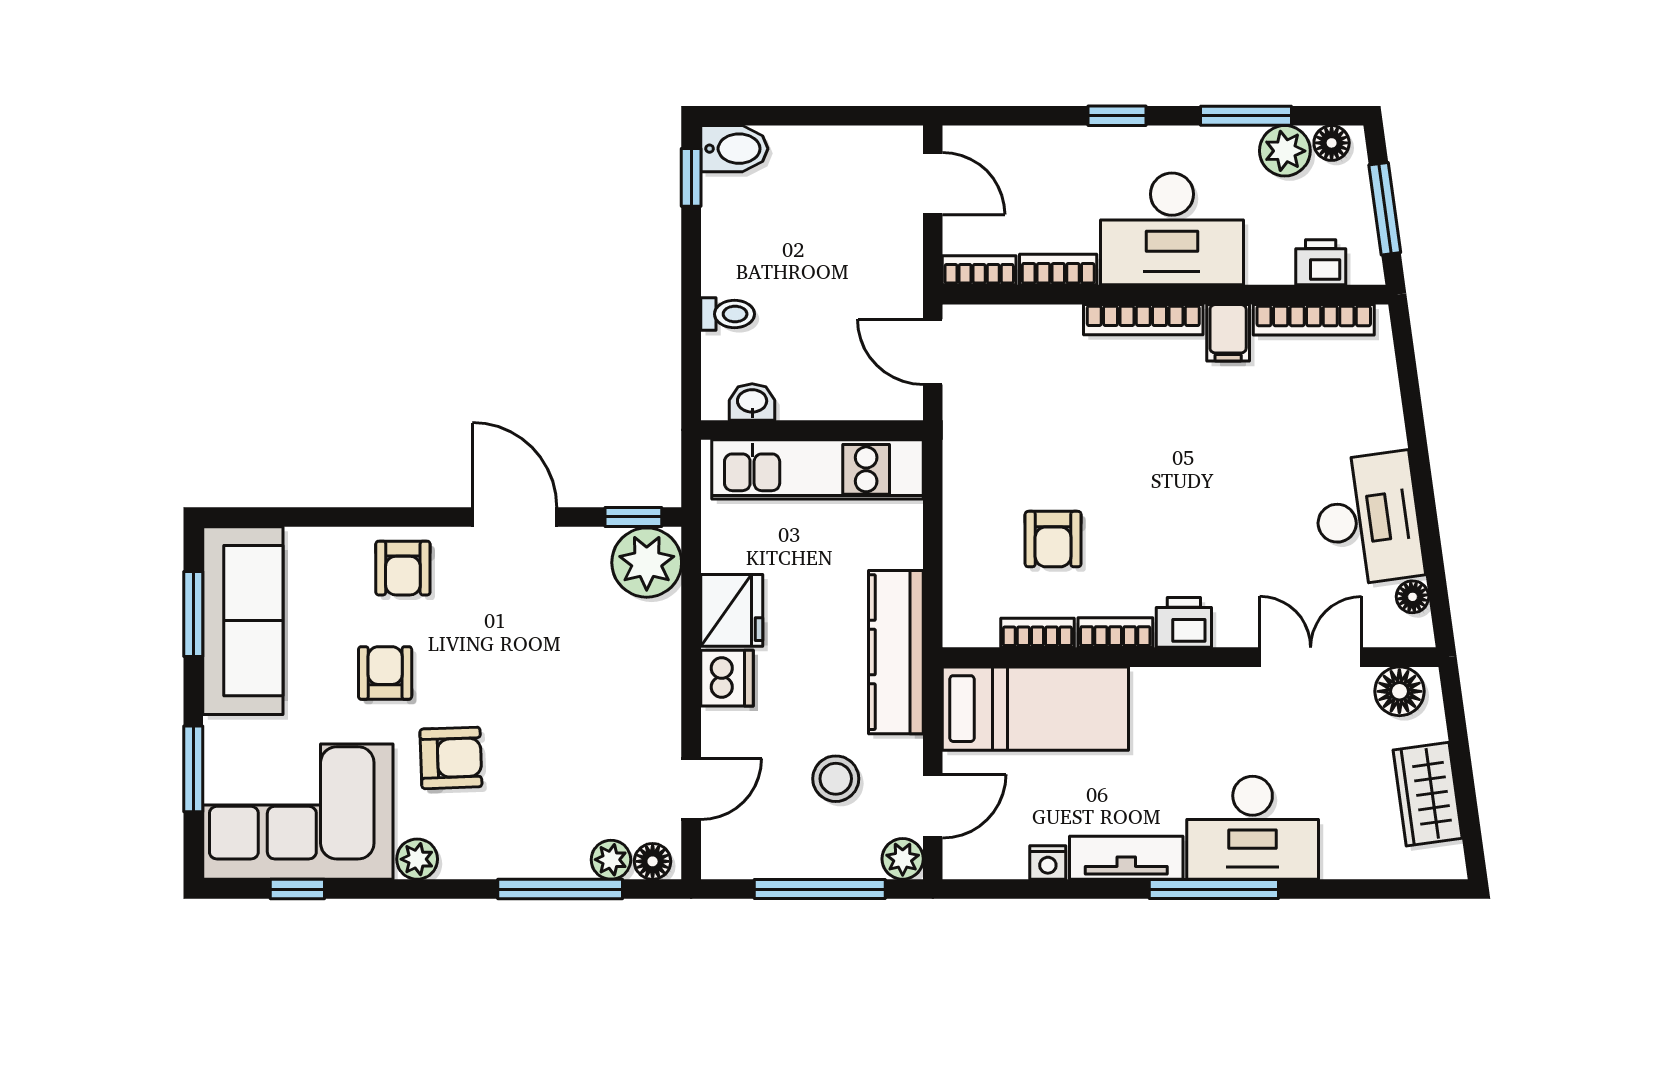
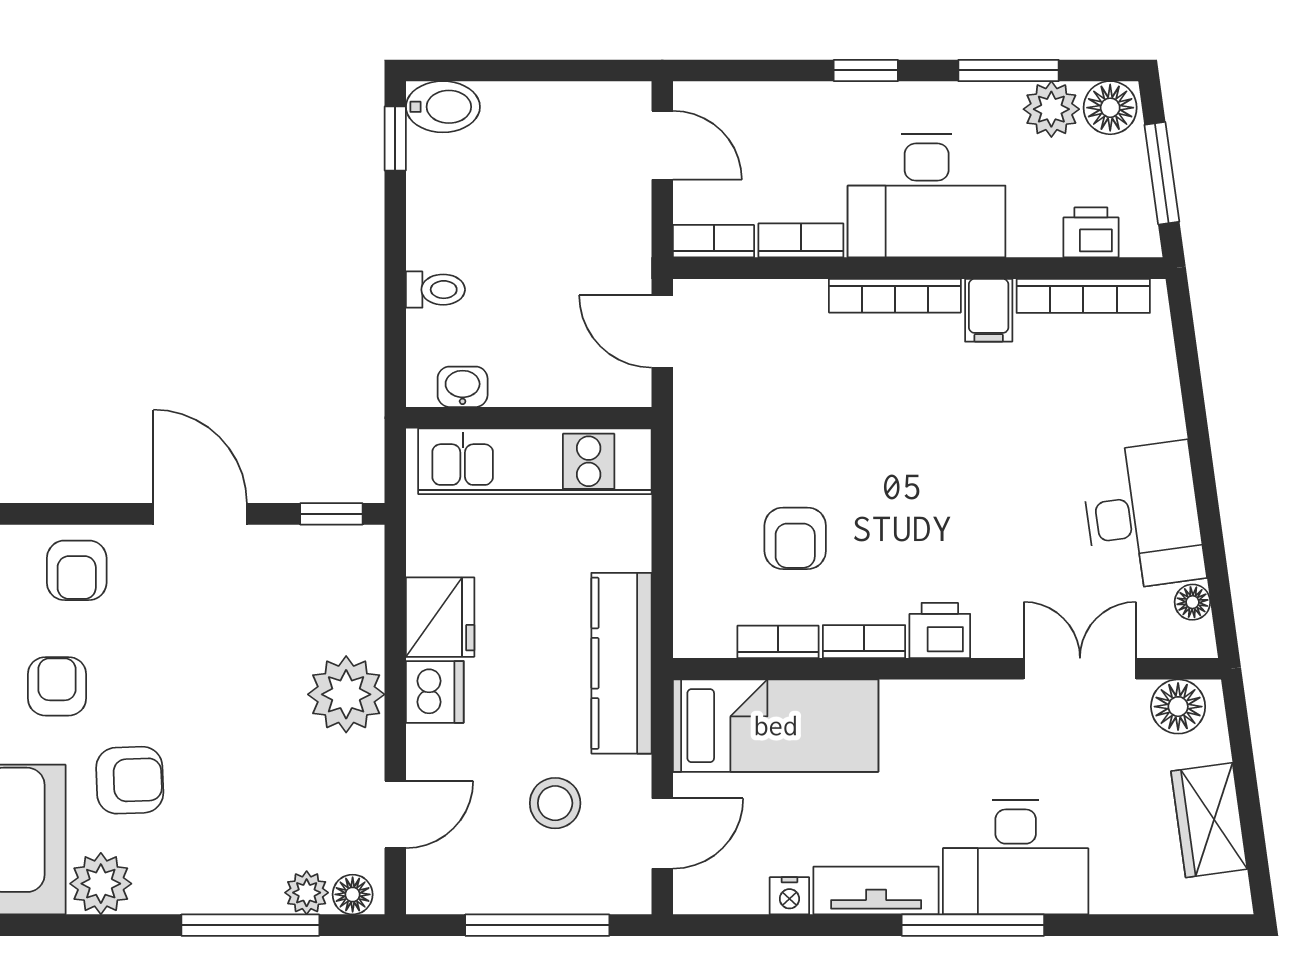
floor lamp: (1332, 143) -> (1110, 108), width x1.37, depth x1.37
plant: (647, 563) -> (346, 694), moved
plant: (417, 859) -> (101, 884), width x1.38, depth x1.38
plant: (903, 859) -> (629, 892), removed

